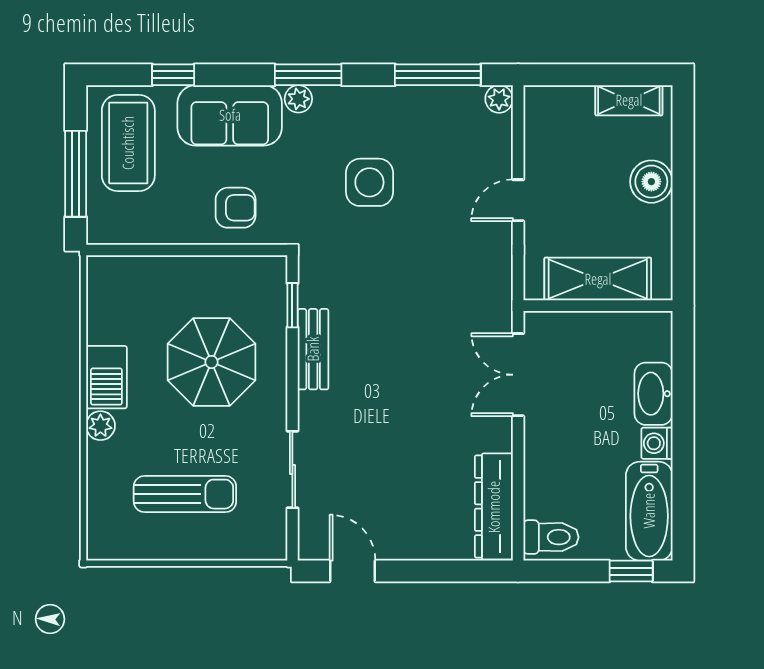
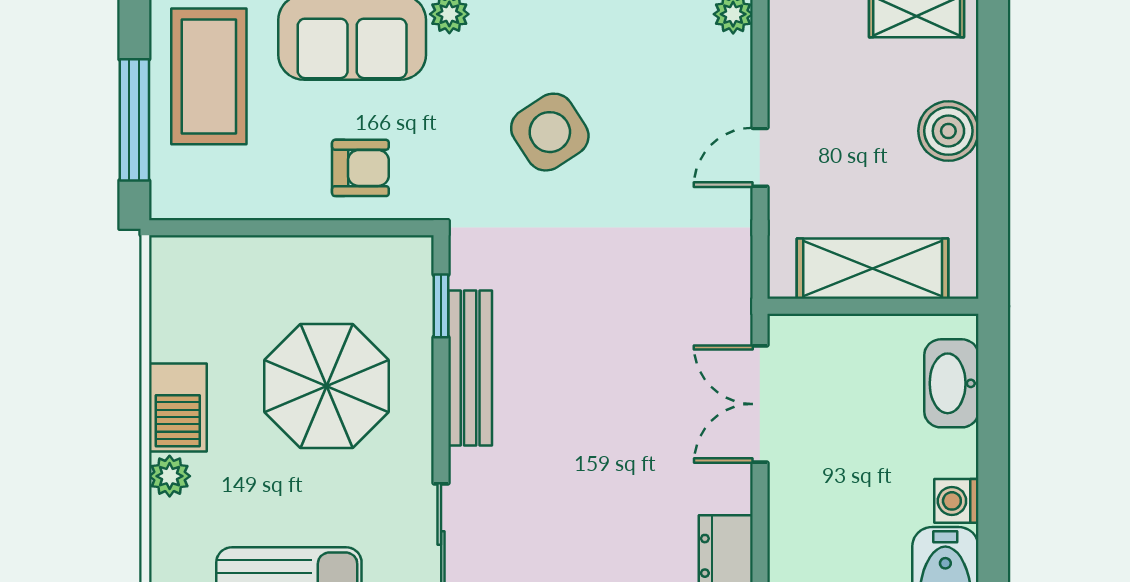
side table: (369, 182) -> (550, 132), turned -33
bench: (313, 349) -> (470, 368), width x1.36
washbasin: (653, 394) -> (951, 383), moved

